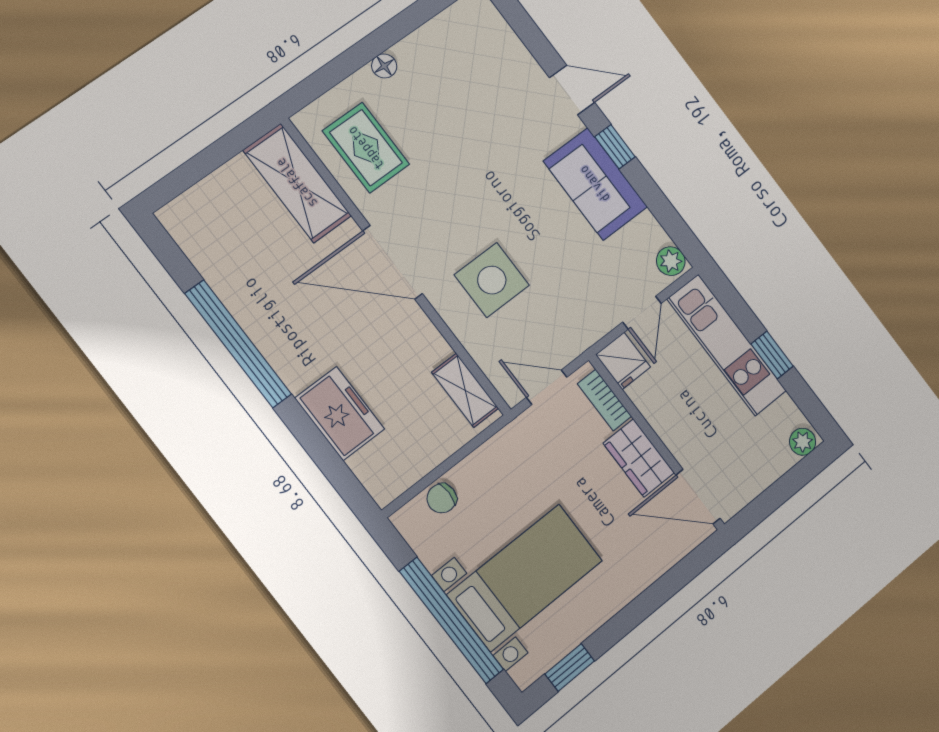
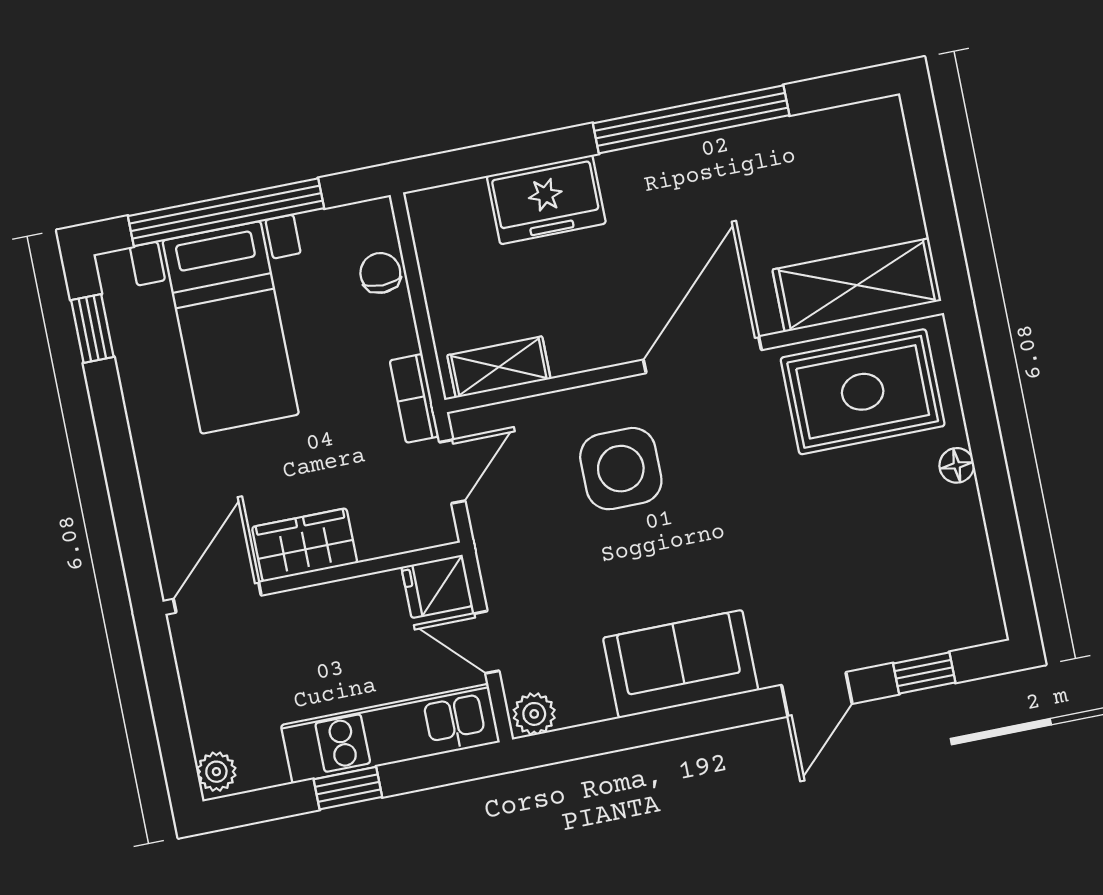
window: (615, 147) -> (924, 673), moved
rug: (366, 148) -> (863, 392), width x1.36, depth x1.43
bookcase: (604, 400) -> (414, 398), moved, turned -90

